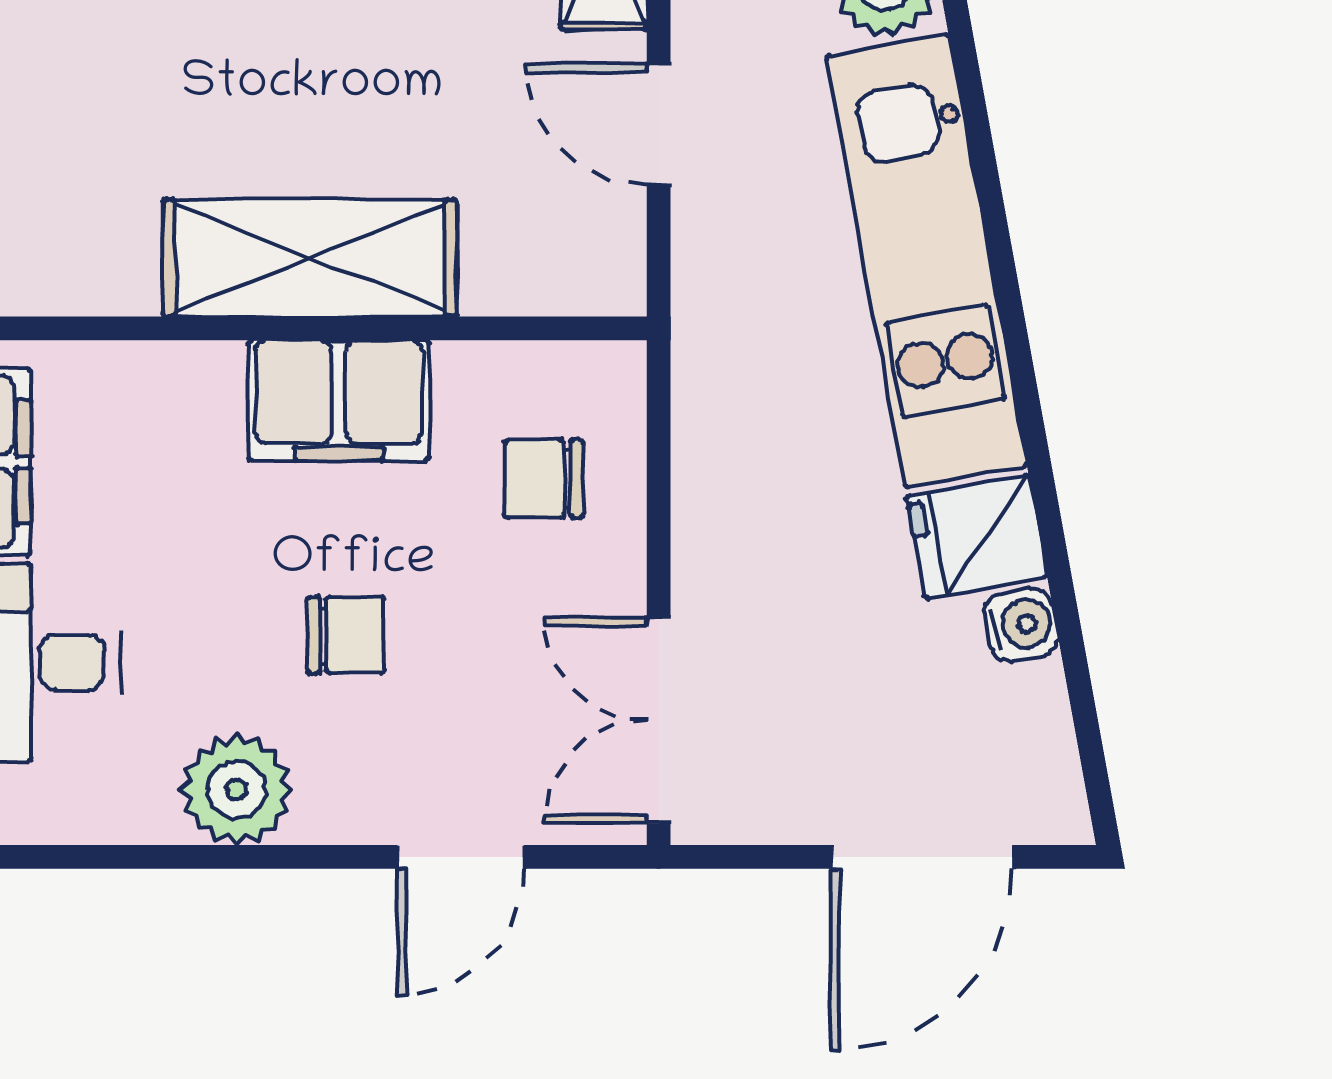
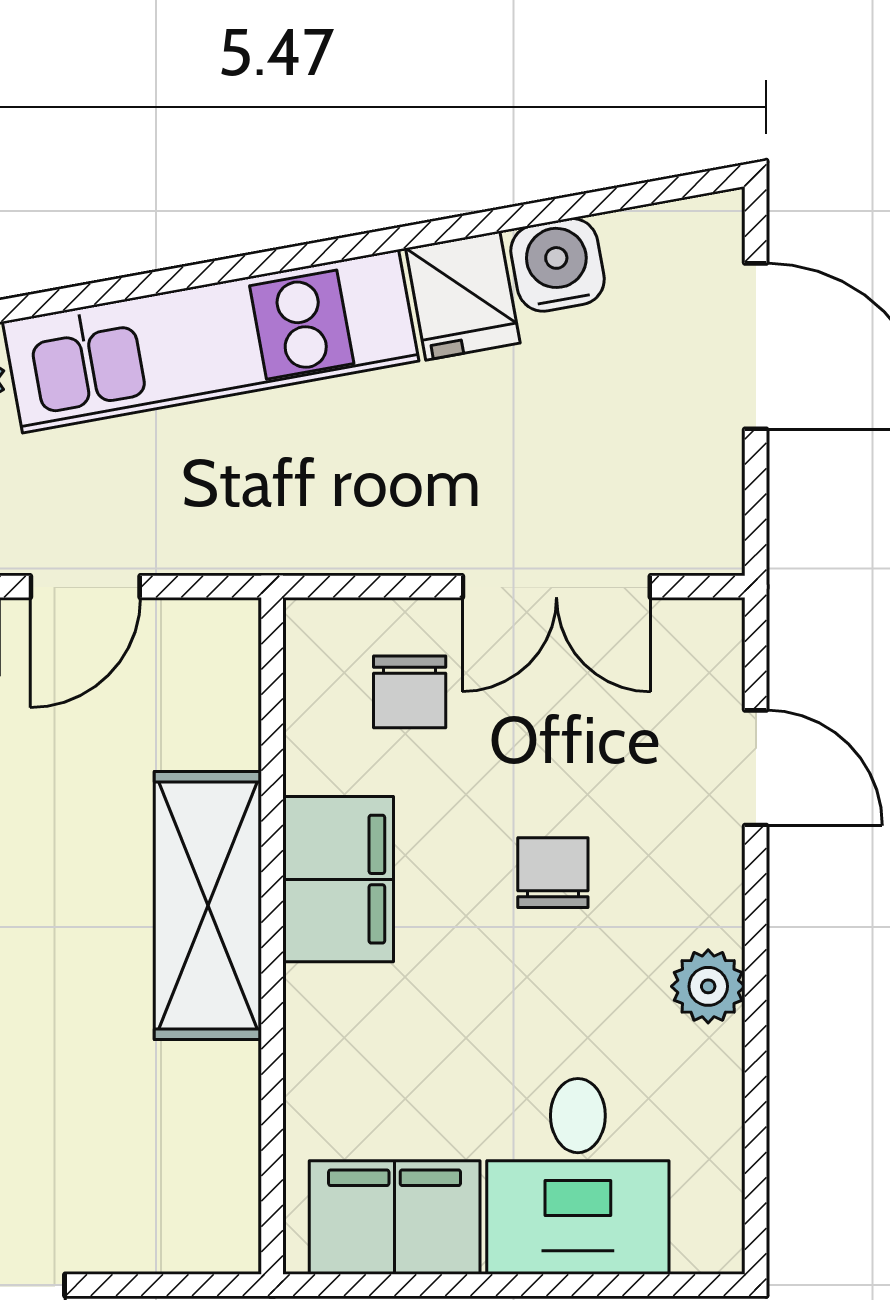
water cooler: (1021, 625) -> (558, 265), width x1.38, depth x1.38
double door: (659, 720) -> (556, 587), moved
plant: (237, 790) -> (708, 986), width x0.73, depth x0.73

